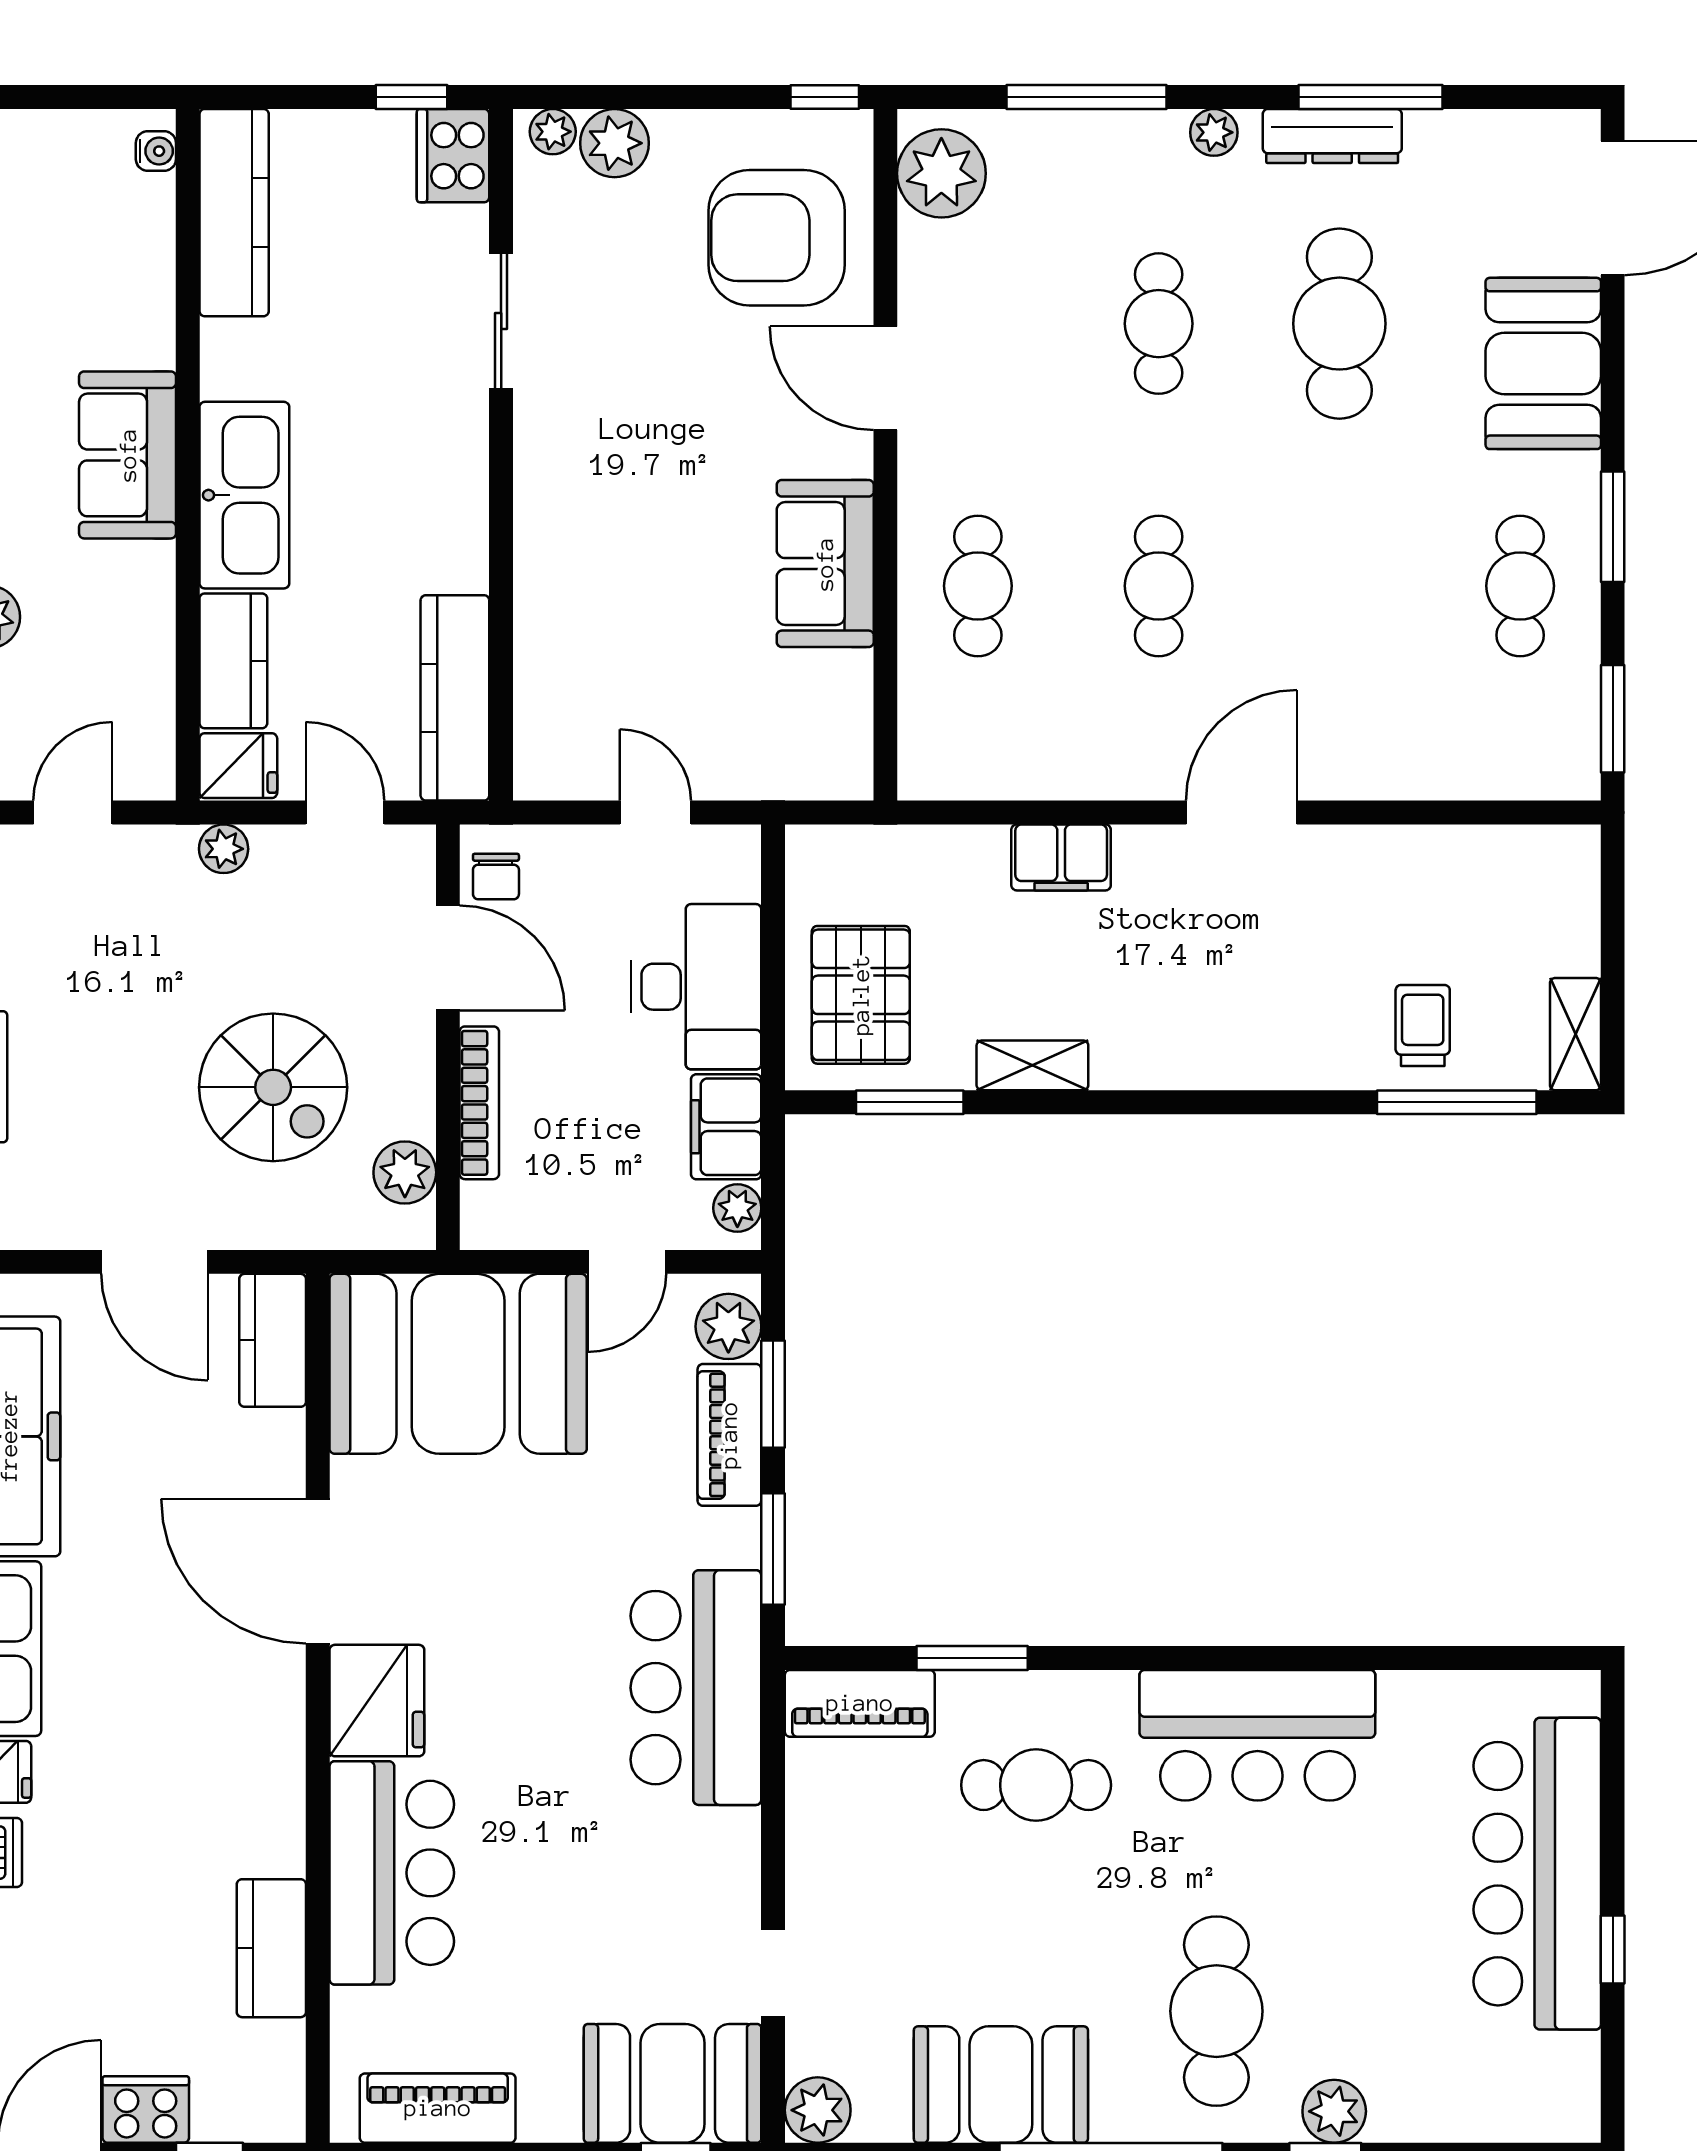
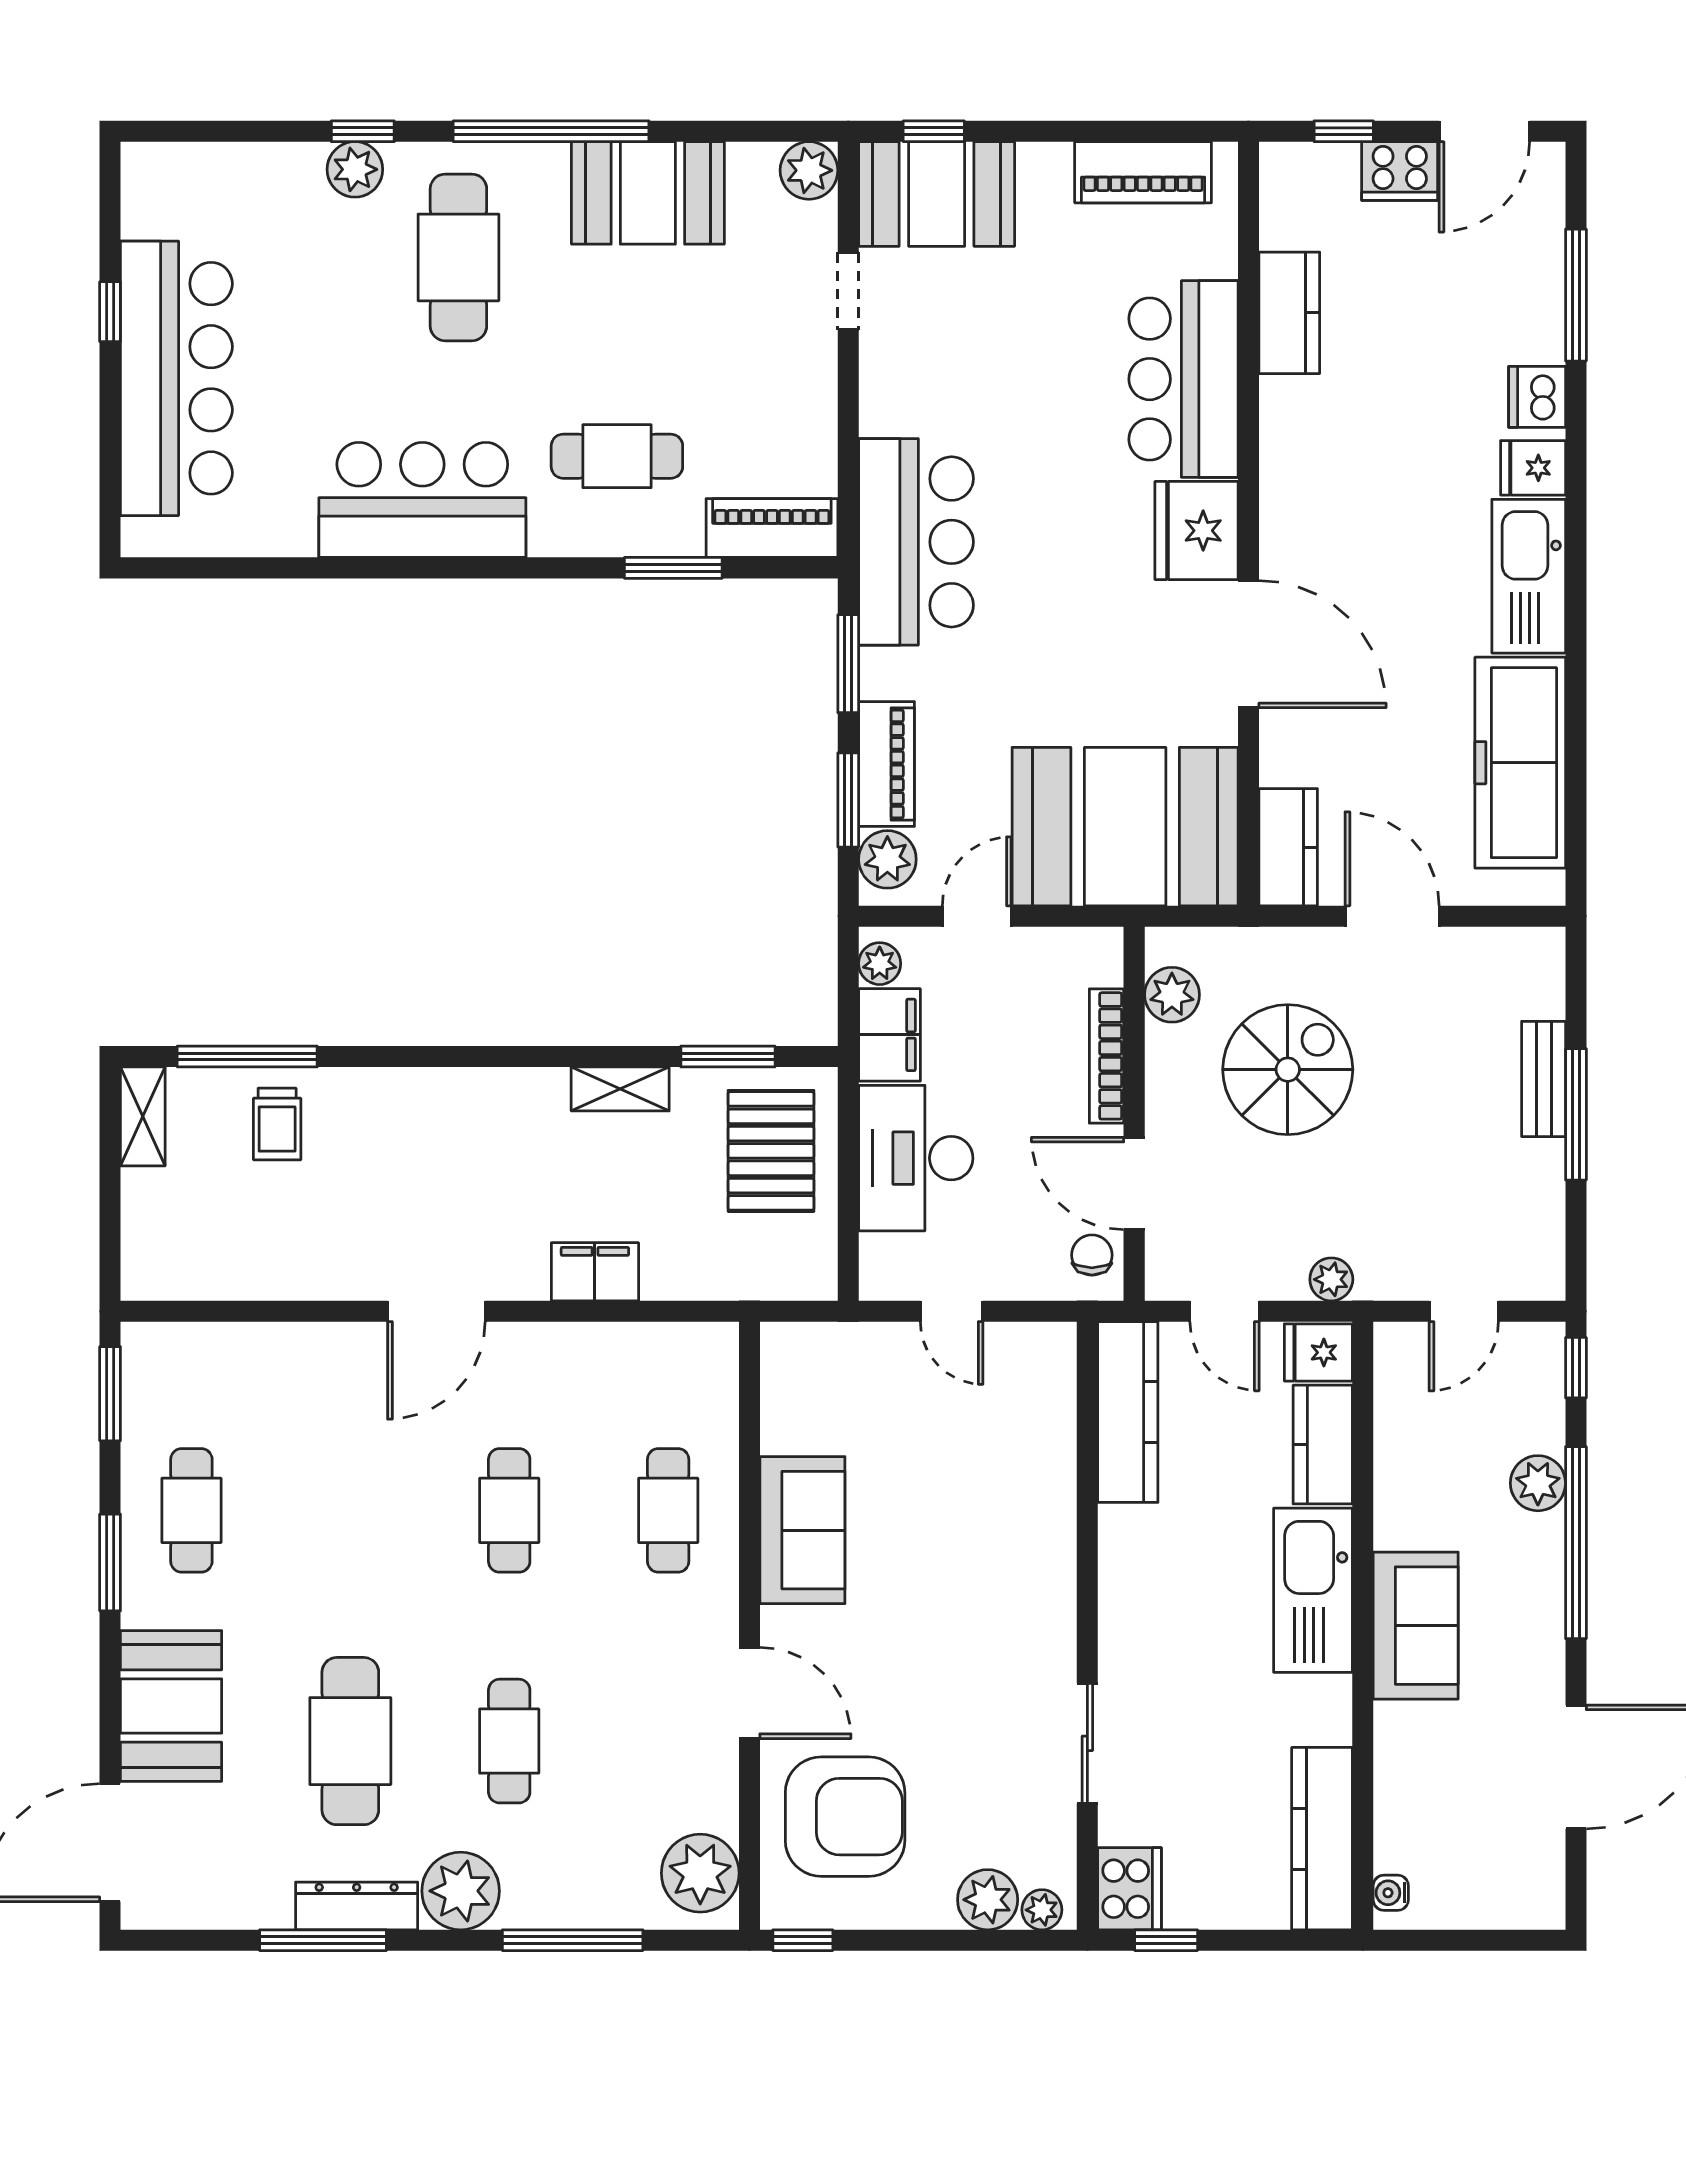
plant: (1214, 132) -> (461, 1891), width x1.88, depth x1.88
spiral stairs: (273, 1087) -> (1288, 1070), turned 90

